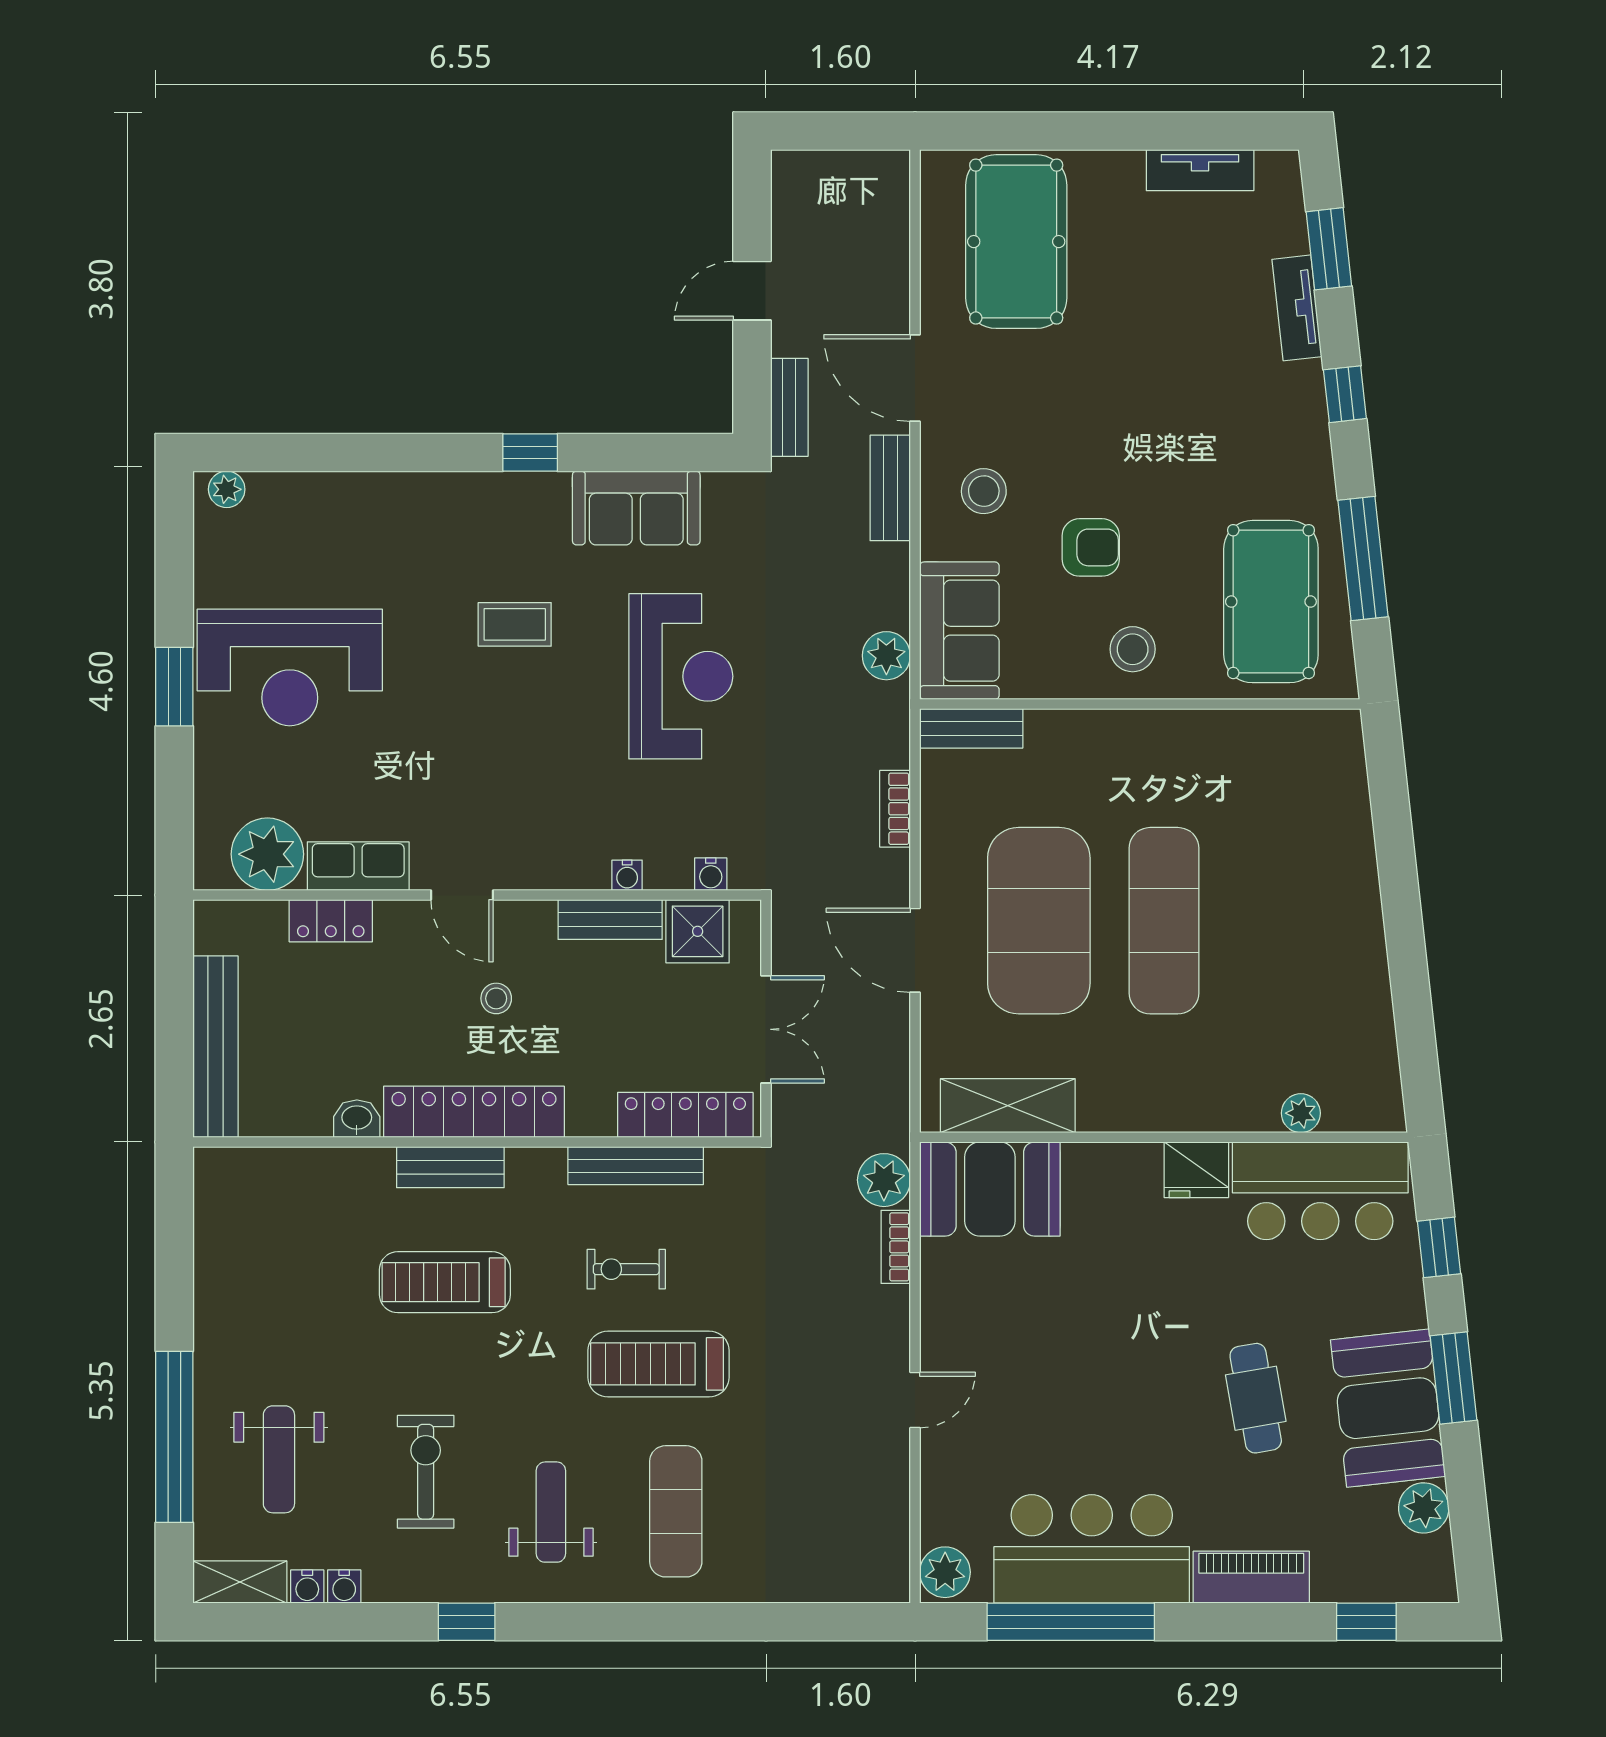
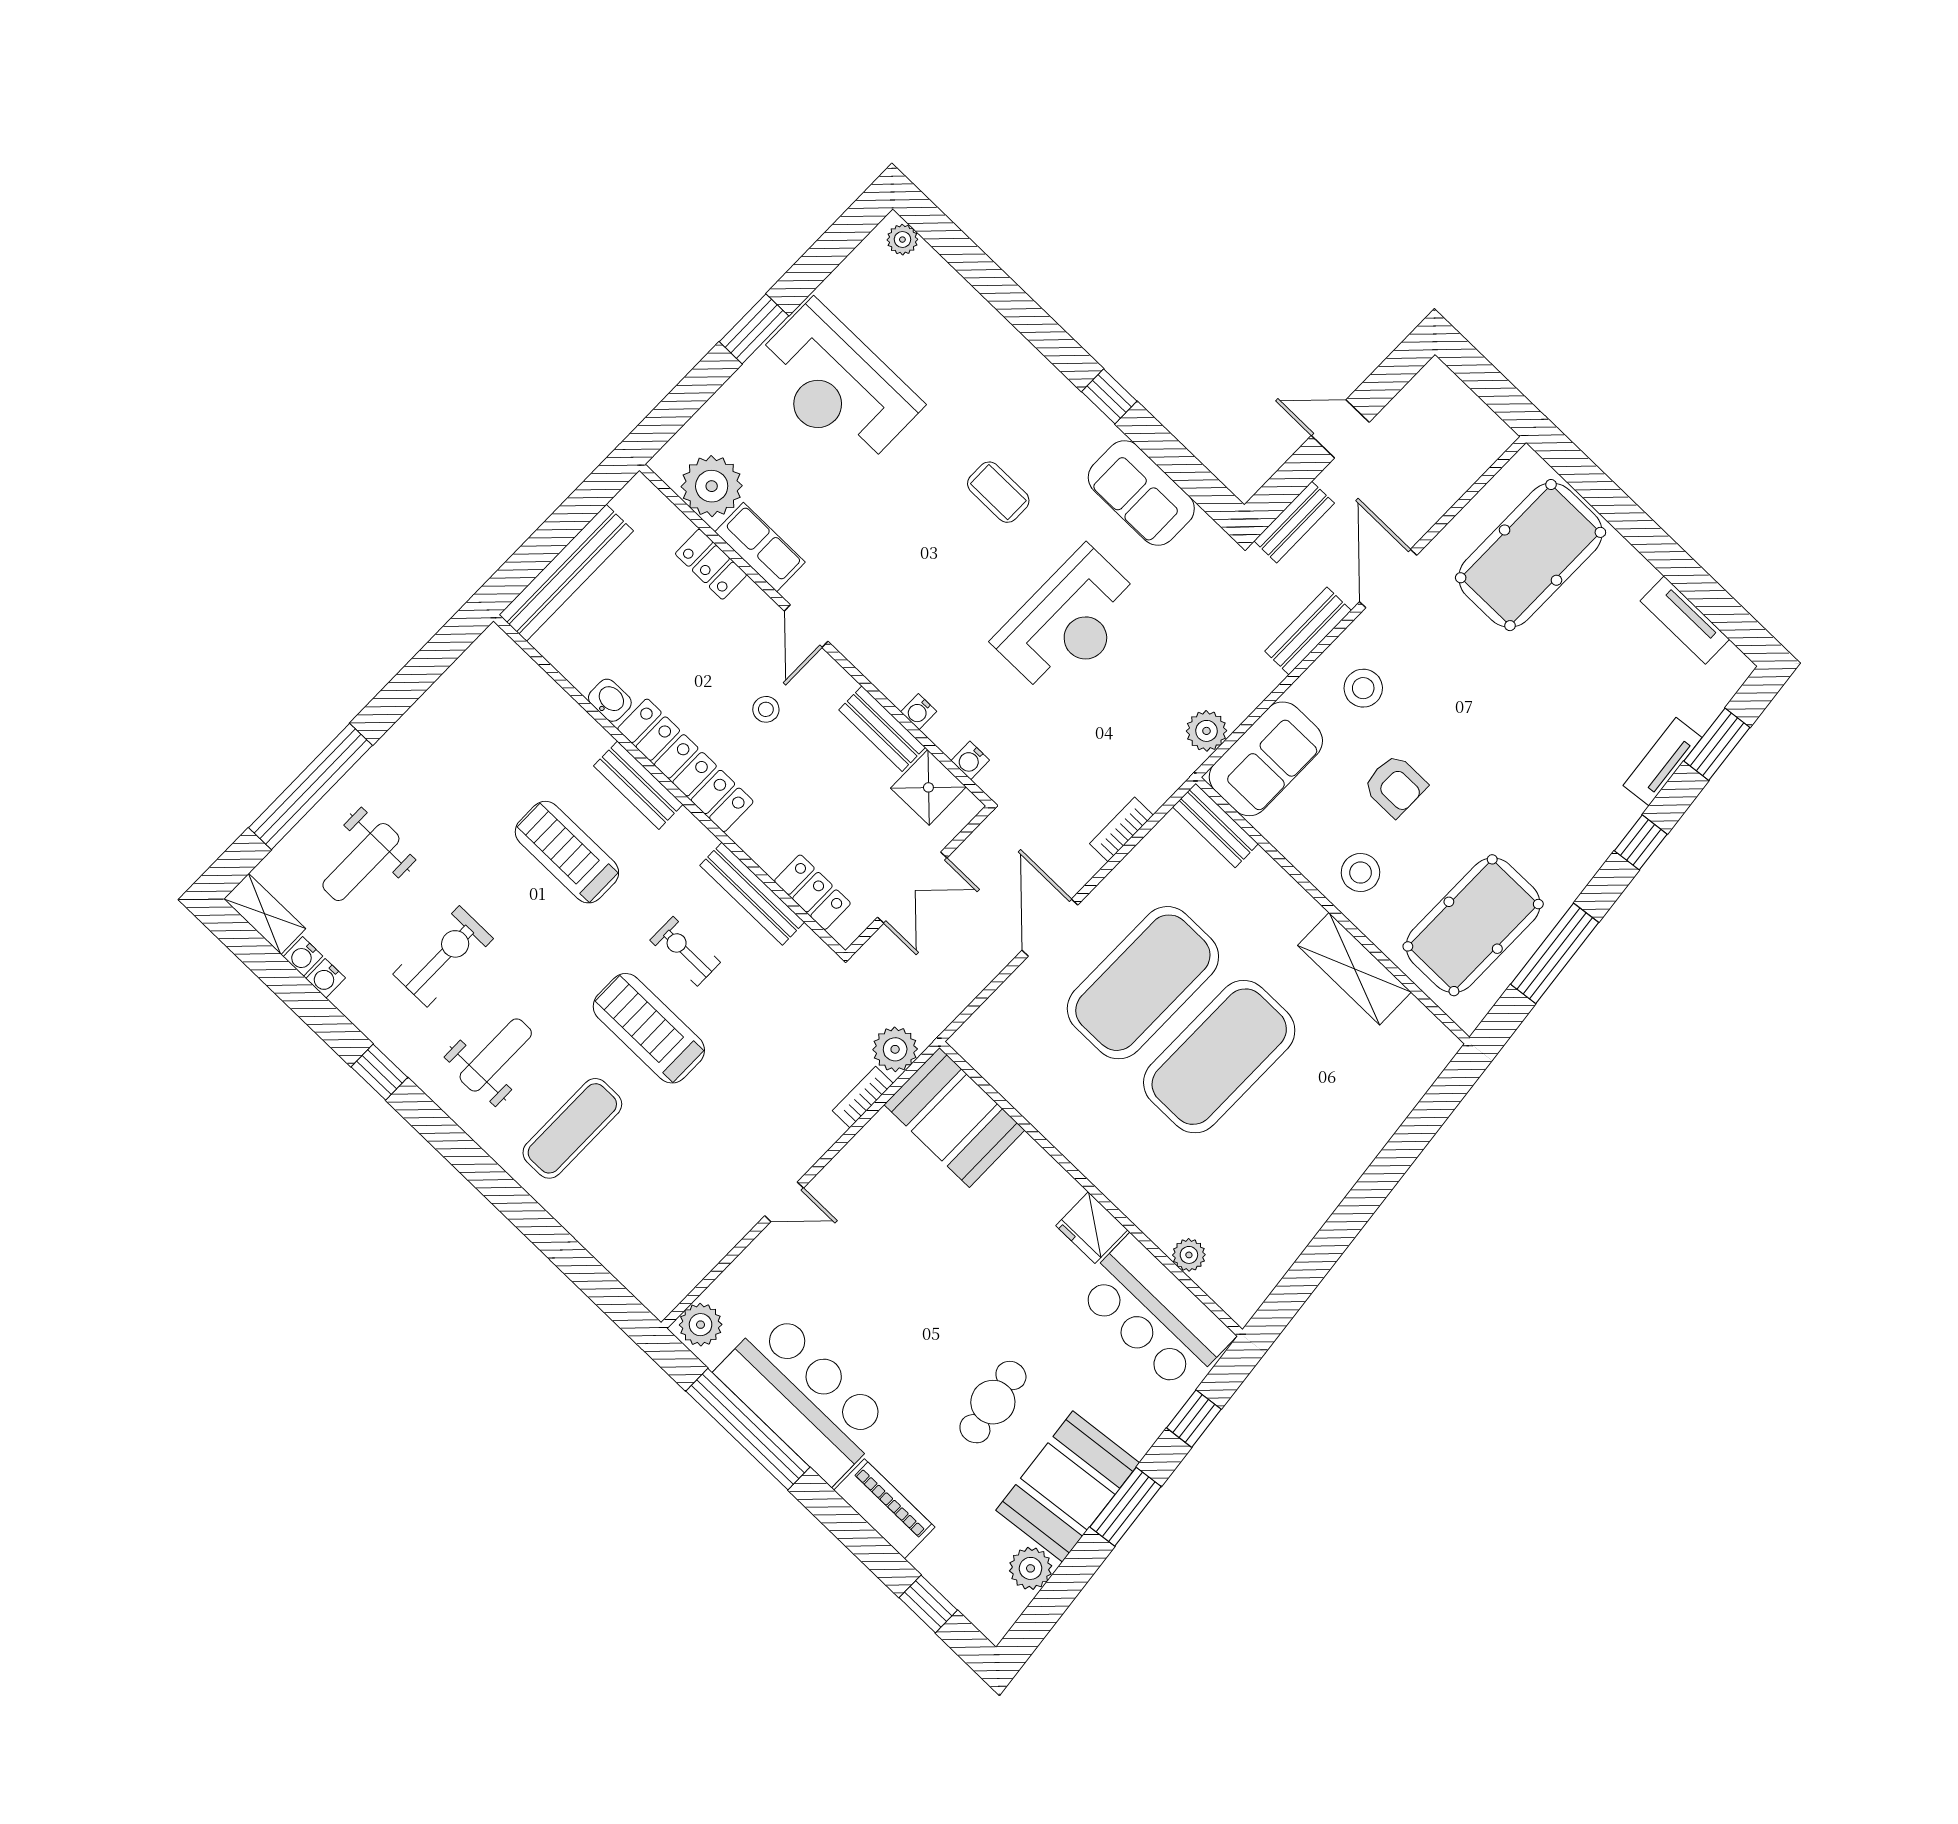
exercise mat: (1164, 921) -> (1219, 1057), width x1.47
shelving: (1008, 1106) -> (1354, 969), moved
locker: (685, 1115) -> (812, 892), width x0.66

